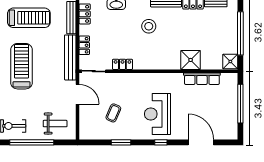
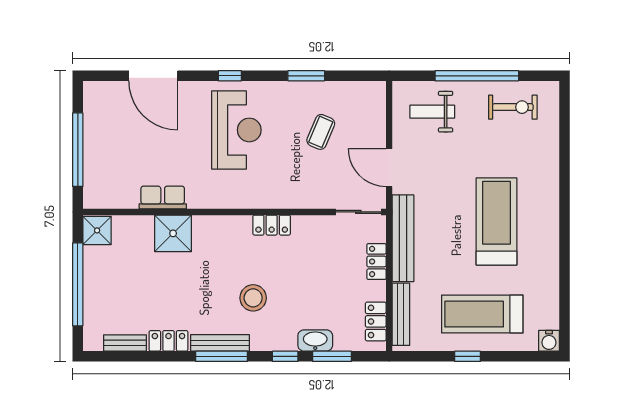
locker: (122, 64) -> (272, 225), moved
treadmill: (22, 66) -> (496, 221), turned 180
row of seats: (202, 79) -> (163, 198), width x0.68

